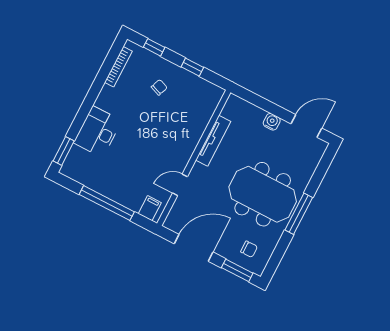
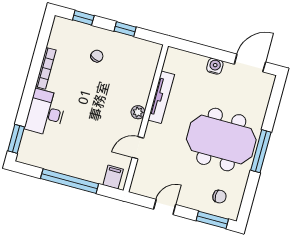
bookcase: (118, 67) -> (46, 68), moved
plant: (187, 150) -> (138, 112), added
door: (194, 248) -> (165, 207), width x0.53

